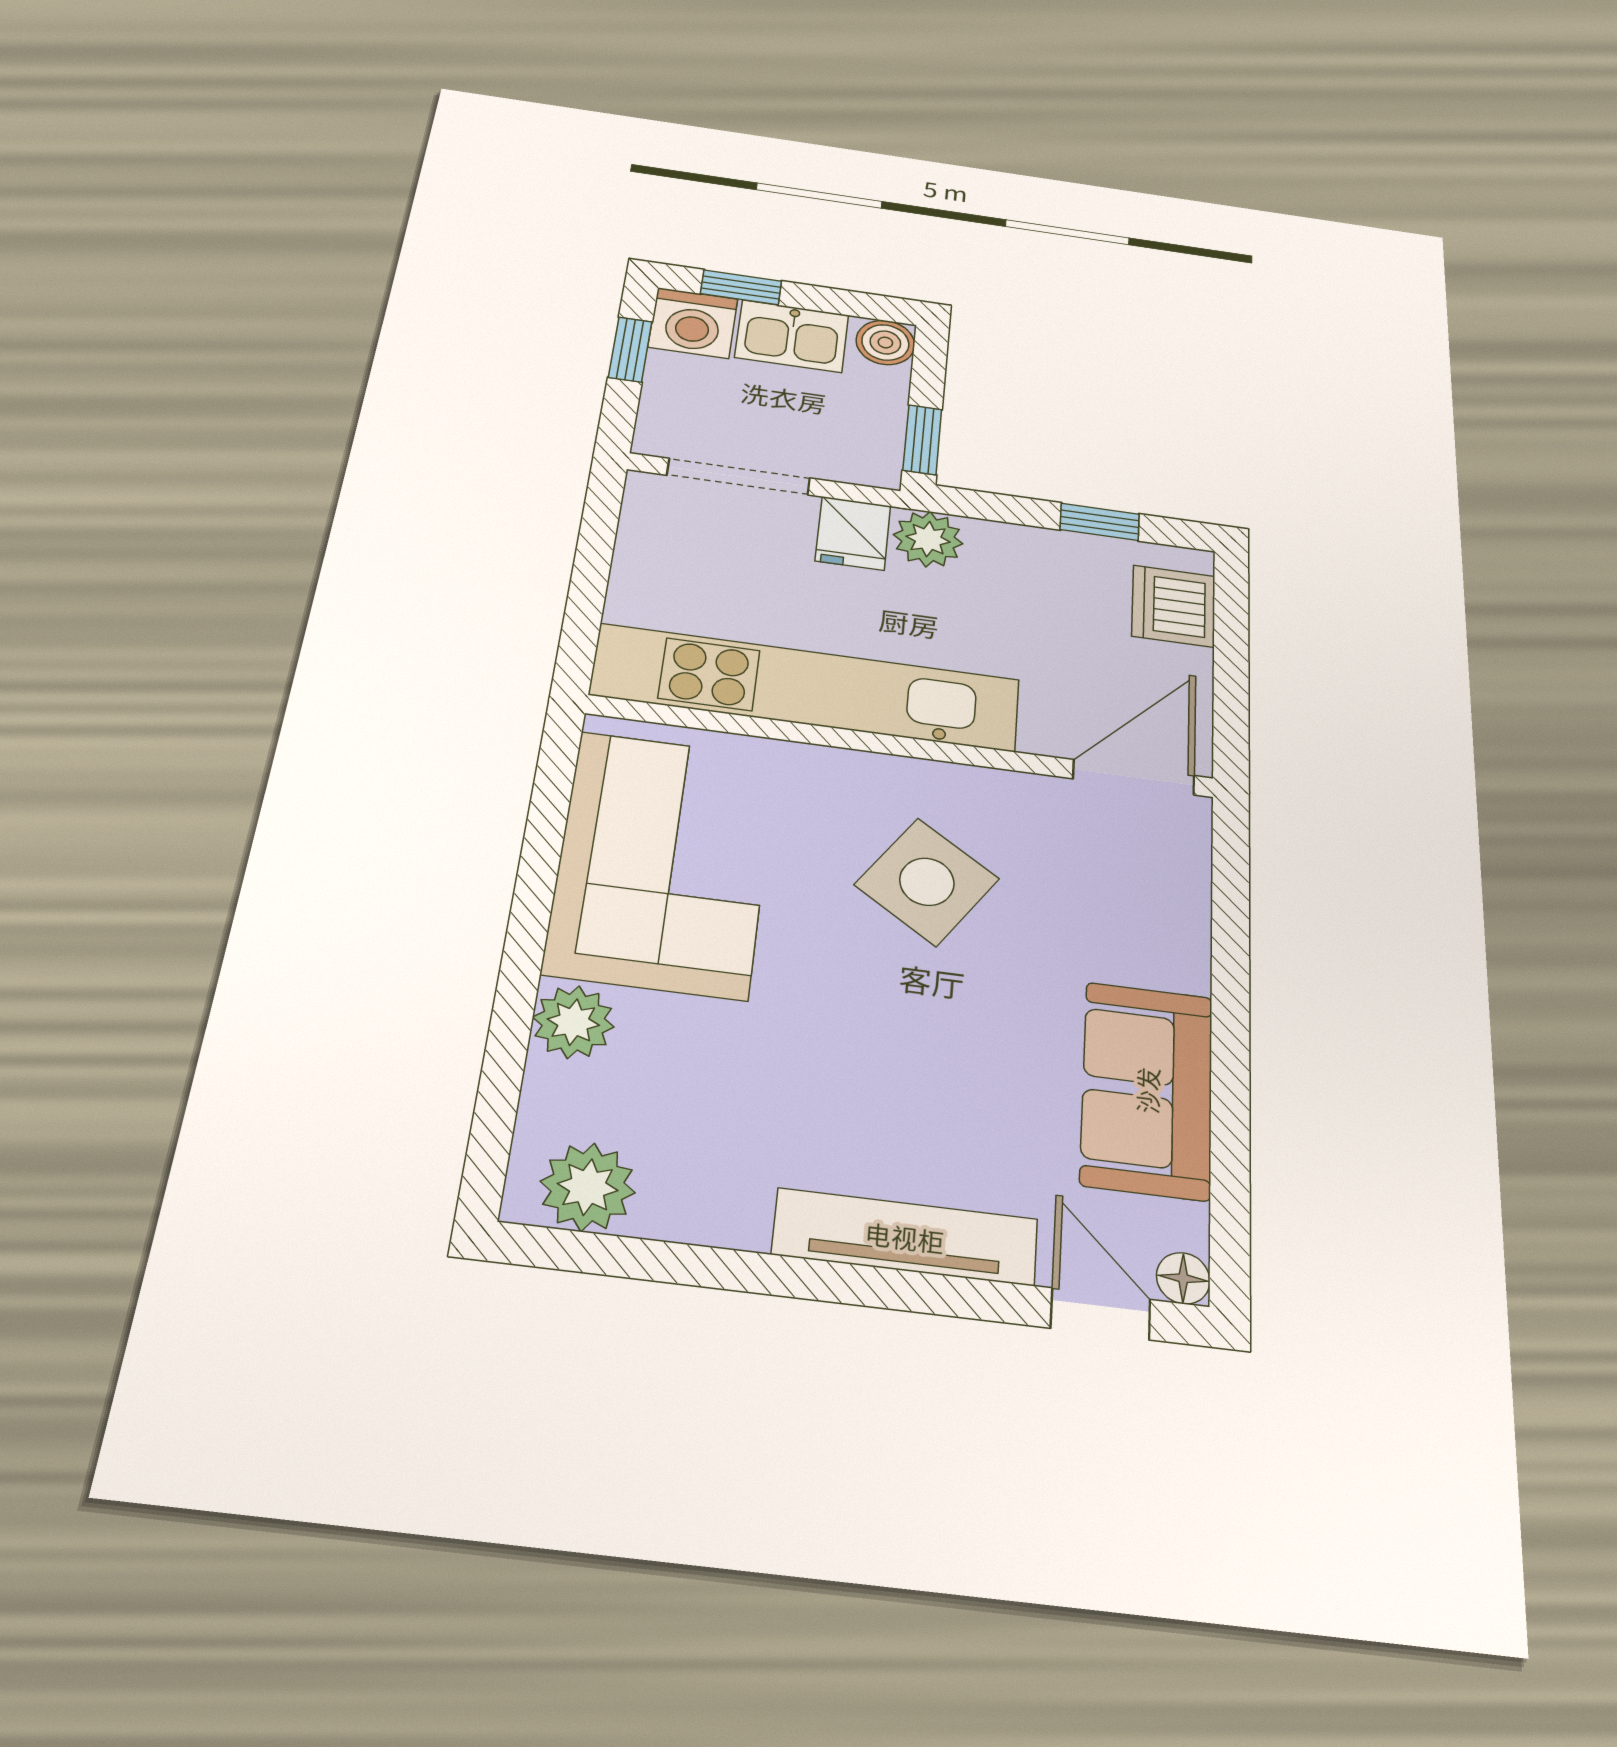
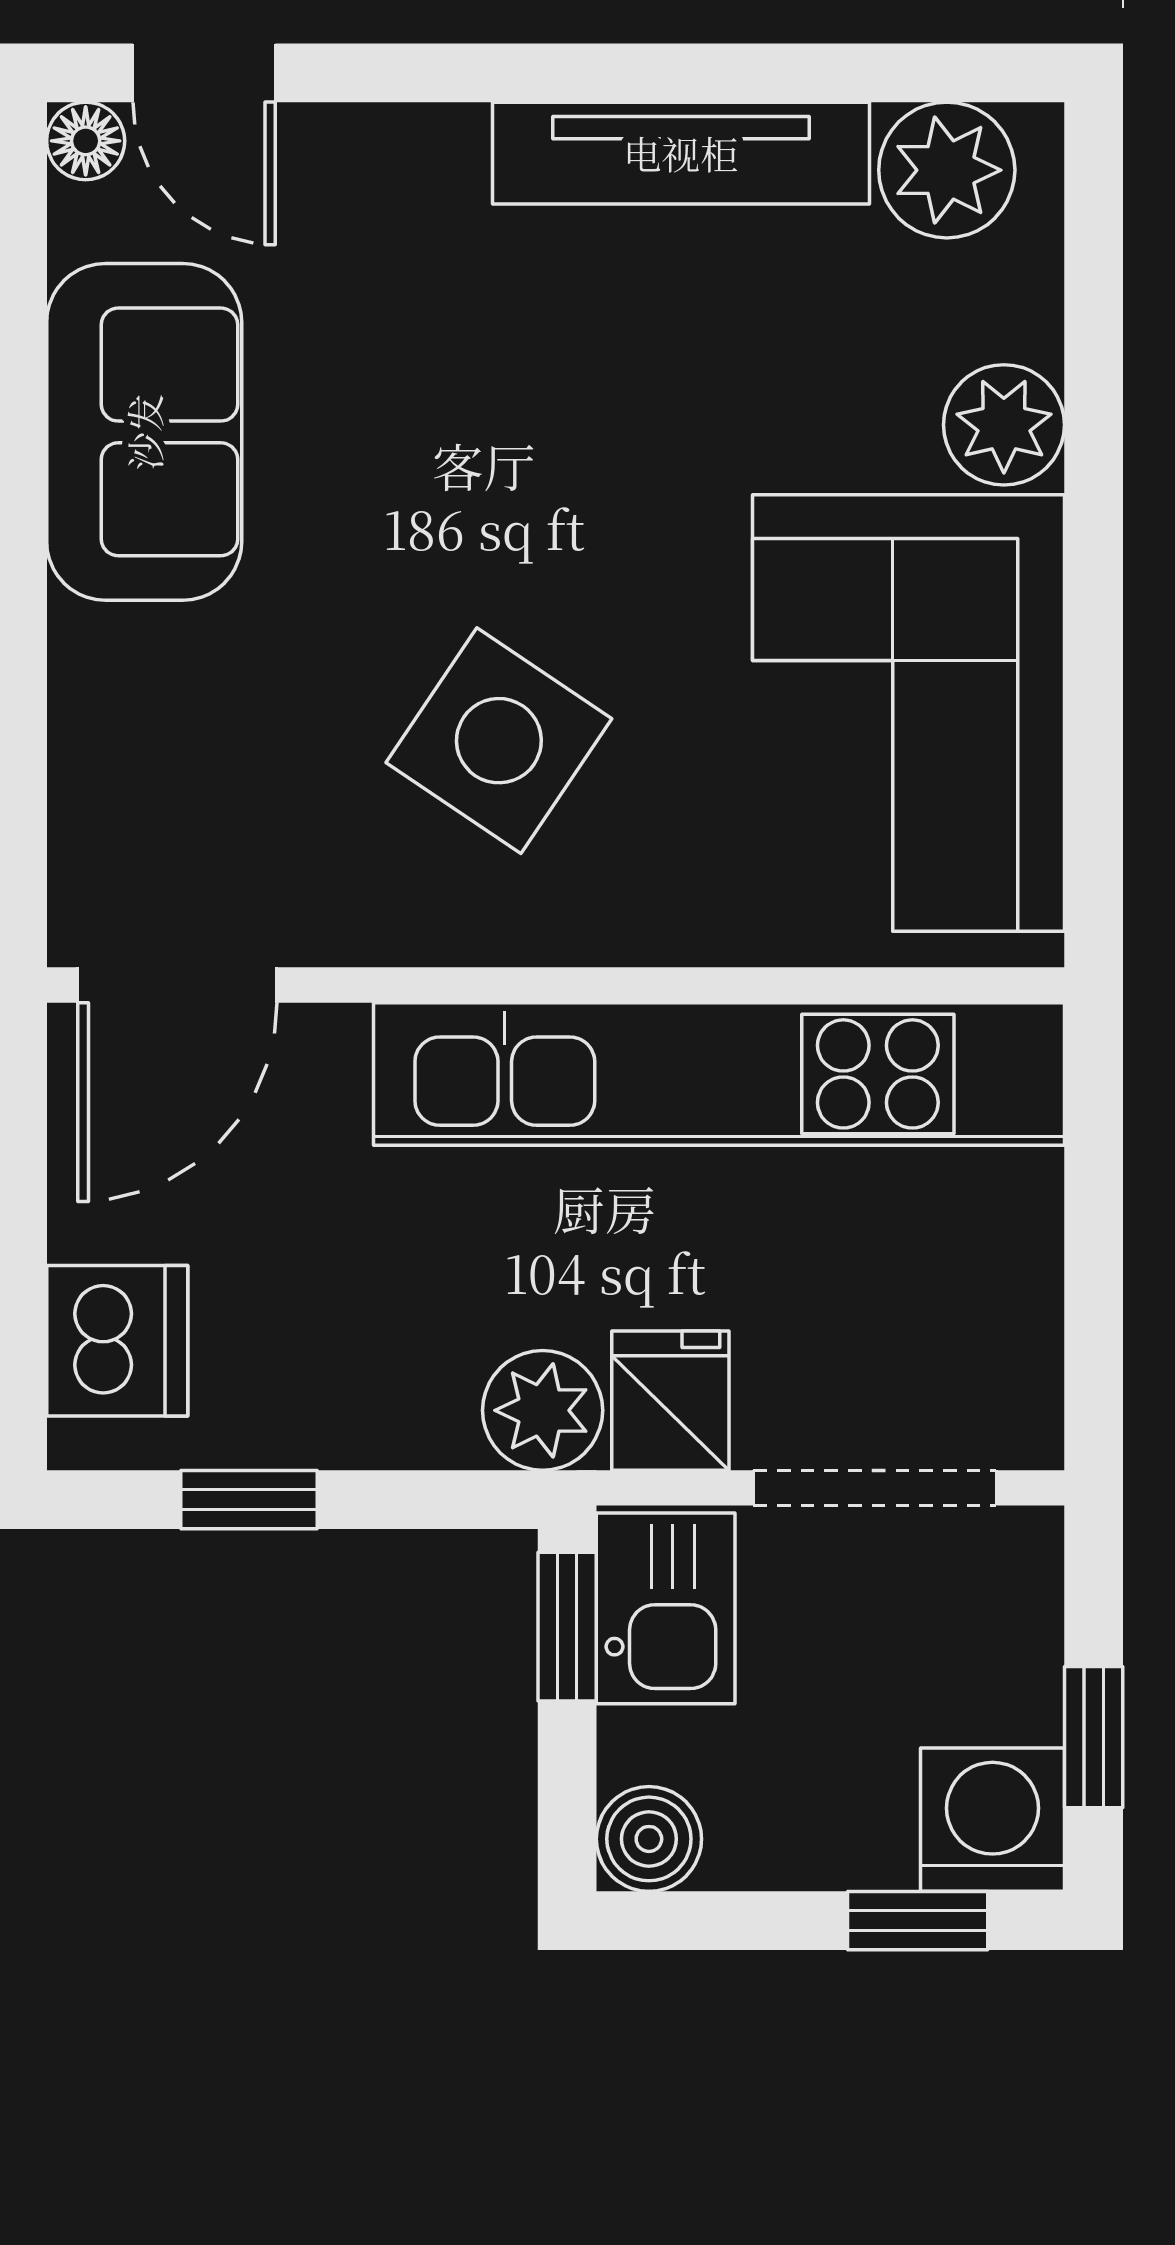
kitchen sink: (792, 336) -> (666, 1608), moved, turned 90
tv unit: (905, 1237) -> (681, 153), moved

